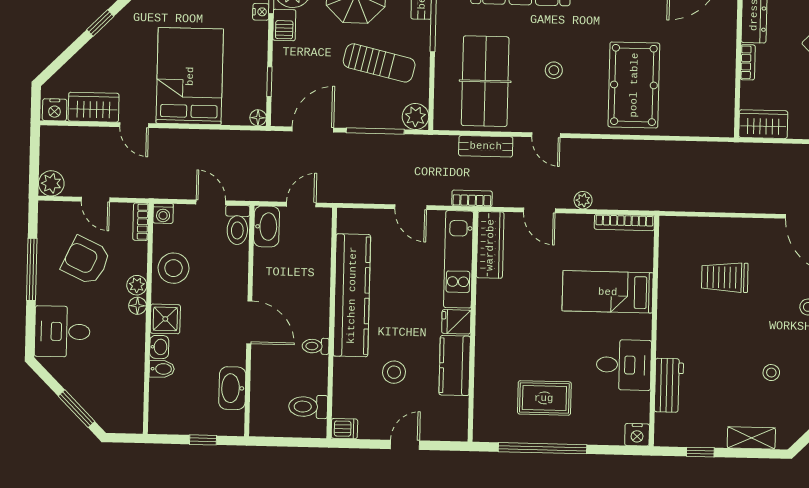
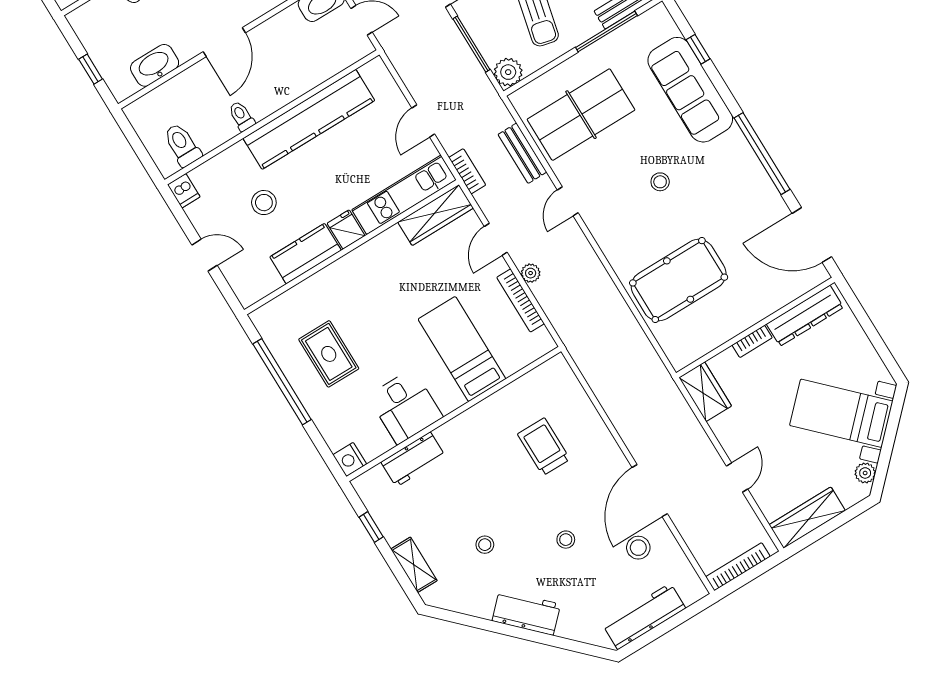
stool: (554, 70) -> (660, 182), moved
pool table: (634, 85) -> (679, 280), moved
bookcase: (624, 222) -> (521, 301), moved

